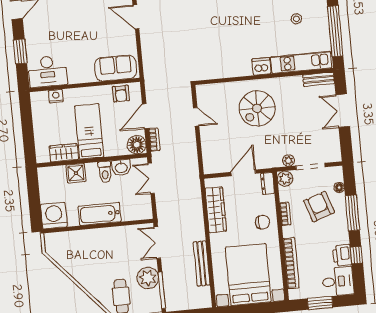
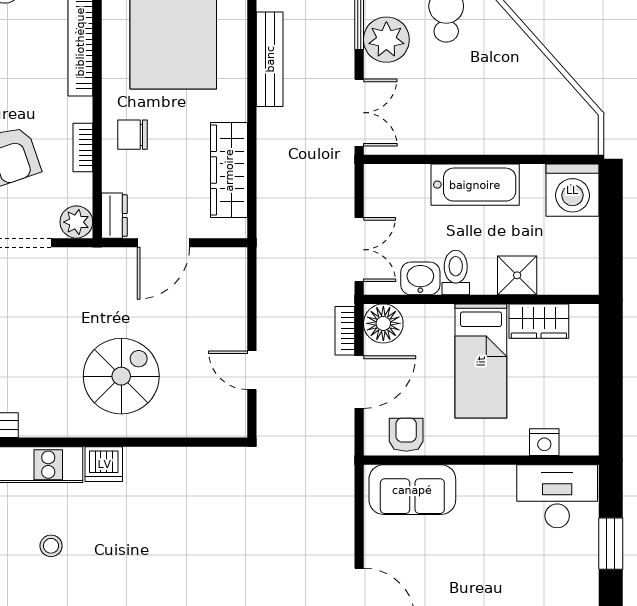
stool: (296, 19) -> (51, 546), moved
plant: (288, 161) -> (65, 260), removed

